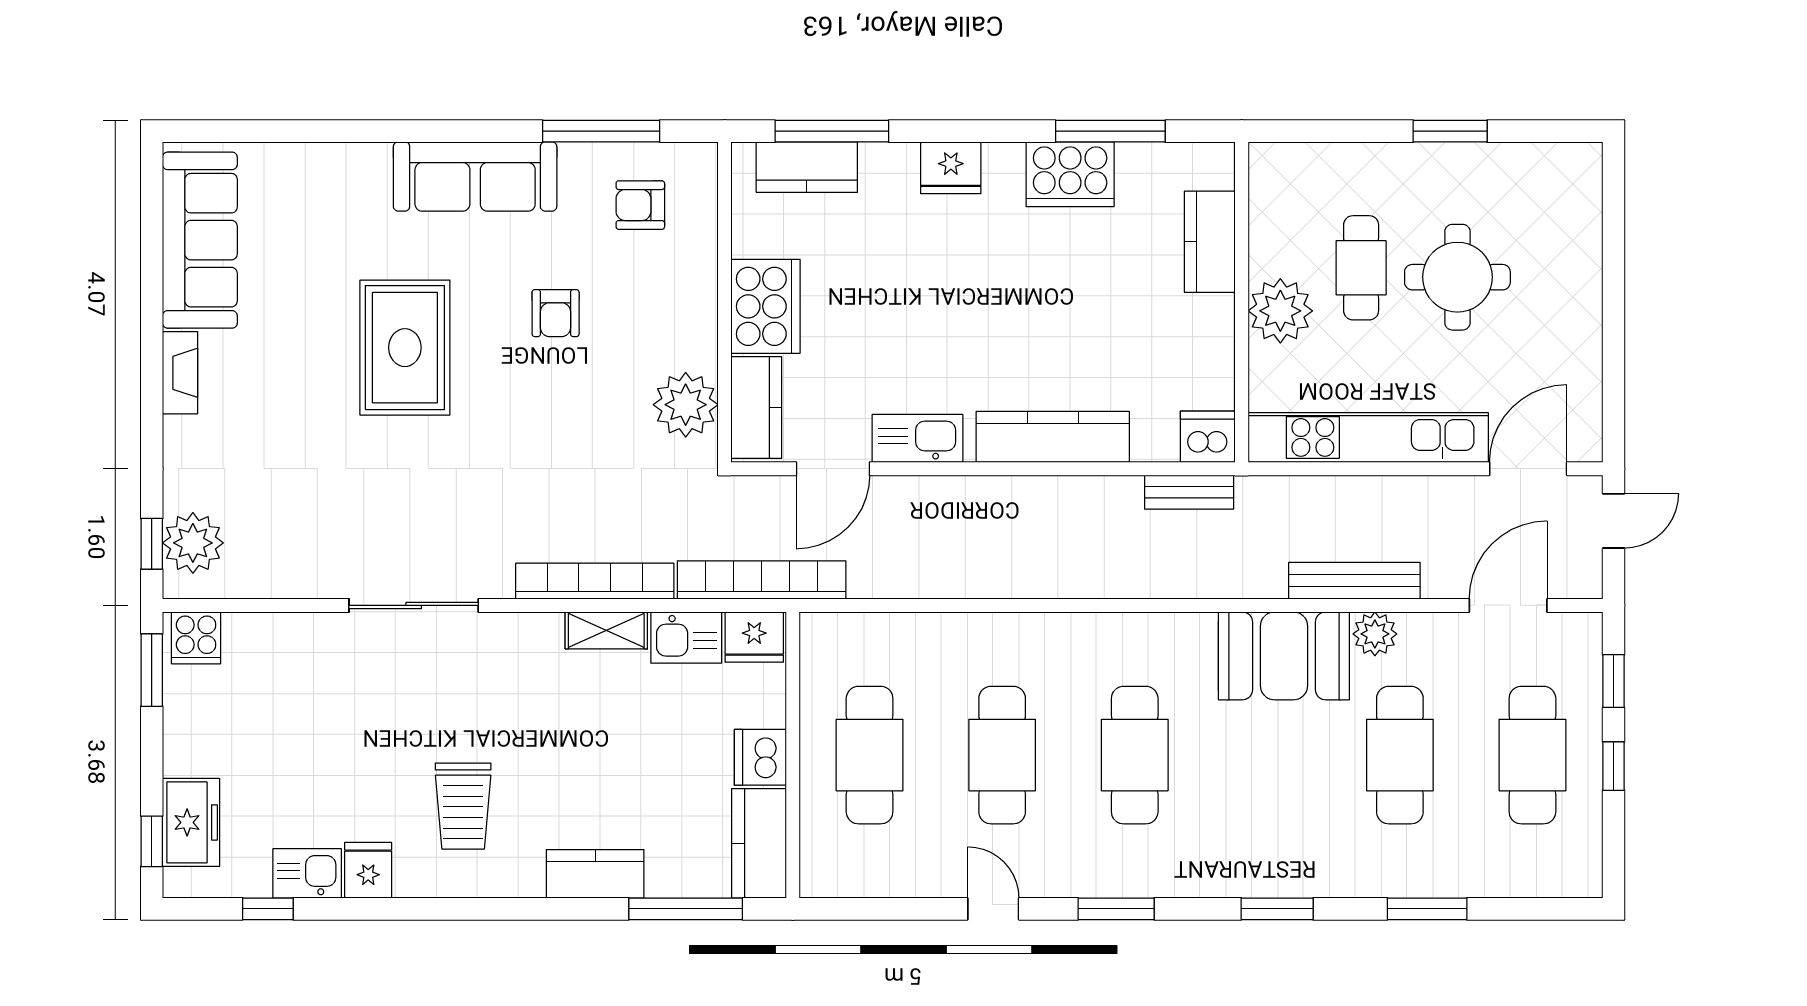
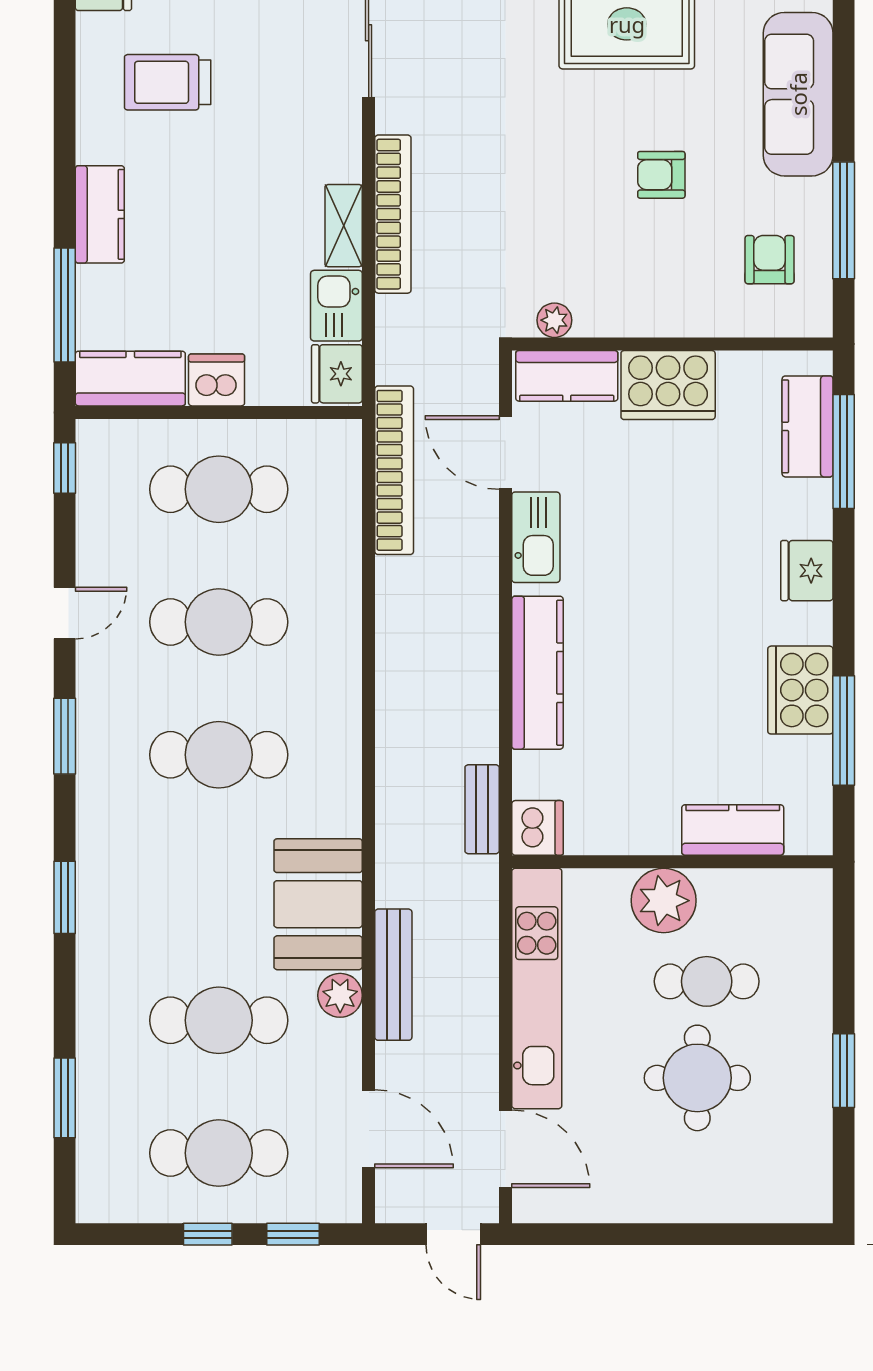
plant: (686, 405) -> (554, 320), width x0.53, depth x0.53
bookcase: (762, 580) -> (394, 470), moved
window: (848, 909) -> (65, 468), added
window: (1427, 909) -> (65, 1098), moved

